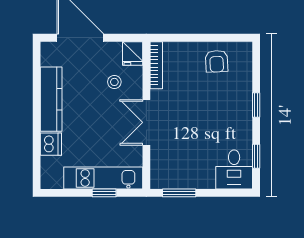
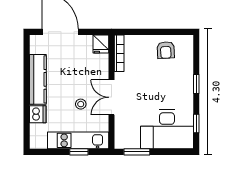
stool: (114, 82) -> (81, 104), moved
desk: (234, 169) -> (167, 129), width x1.87, depth x1.30

